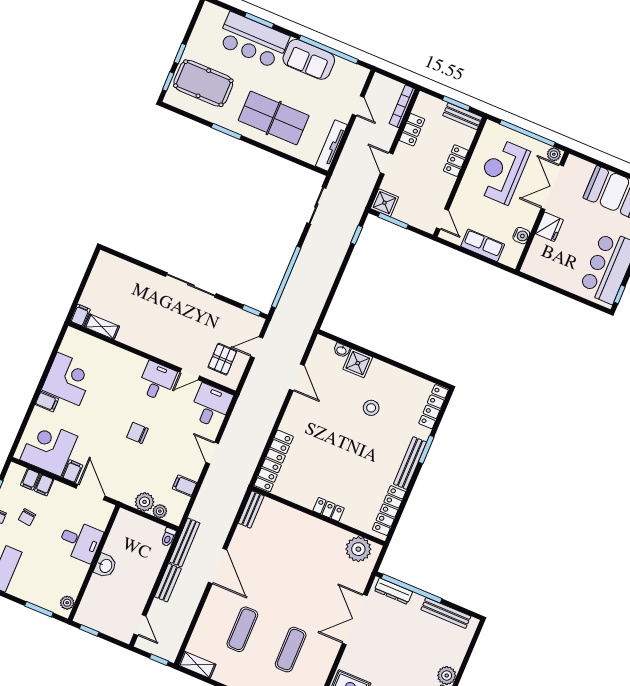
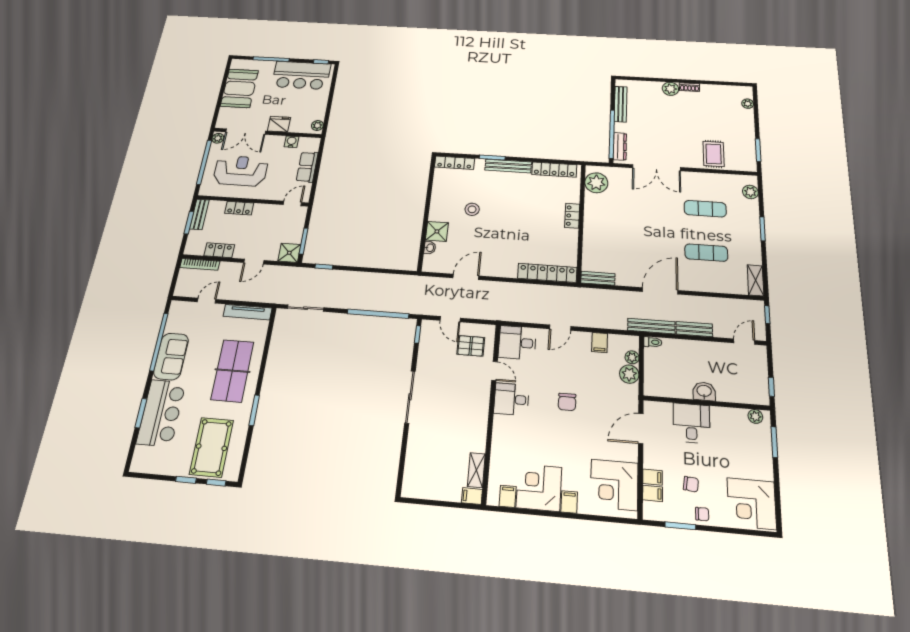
reception desk: (502, 171) -> (241, 171), turned 180
plant: (533, 269) -> (317, 125), added
filing cabinet: (72, 471) -> (508, 496), moved, turned 90

